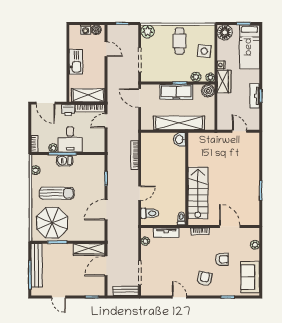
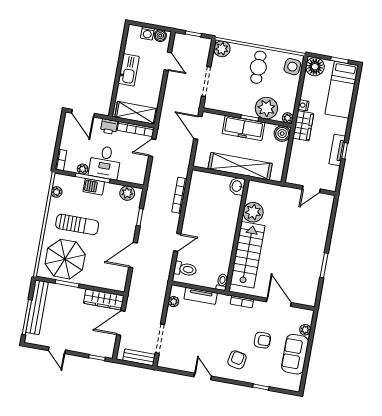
side table: (204, 51) -> (292, 67), moved
plant: (196, 77) -> (266, 108), width x1.87, depth x1.87
door: (239, 131) -> (311, 189), swing flipped
plant: (196, 158) -> (253, 212), added
plant: (92, 161) -> (127, 193), added
sofa: (250, 277) -> (295, 354), moved

